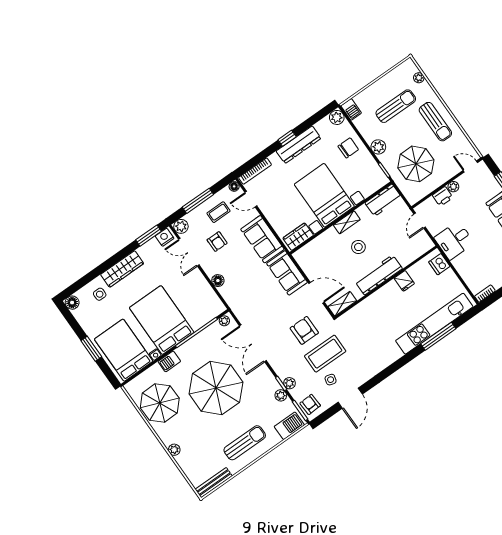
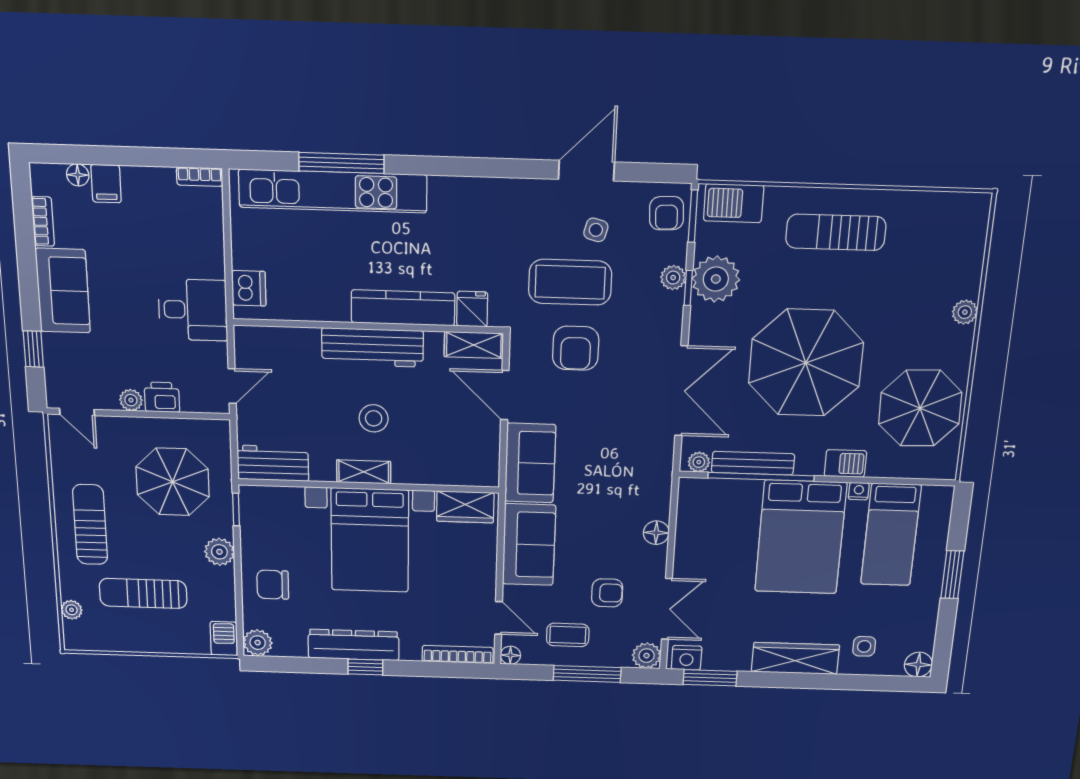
armchair: (217, 242) -> (607, 593), turned 90
fridge: (404, 281) -> (472, 309), moved
kitchen counter: (378, 299) -> (403, 308), added
bed: (124, 350) -> (891, 535), width x0.67
plant: (281, 395) -> (716, 279), width x1.87, depth x1.87
bench: (214, 483) -> (753, 463), moved

